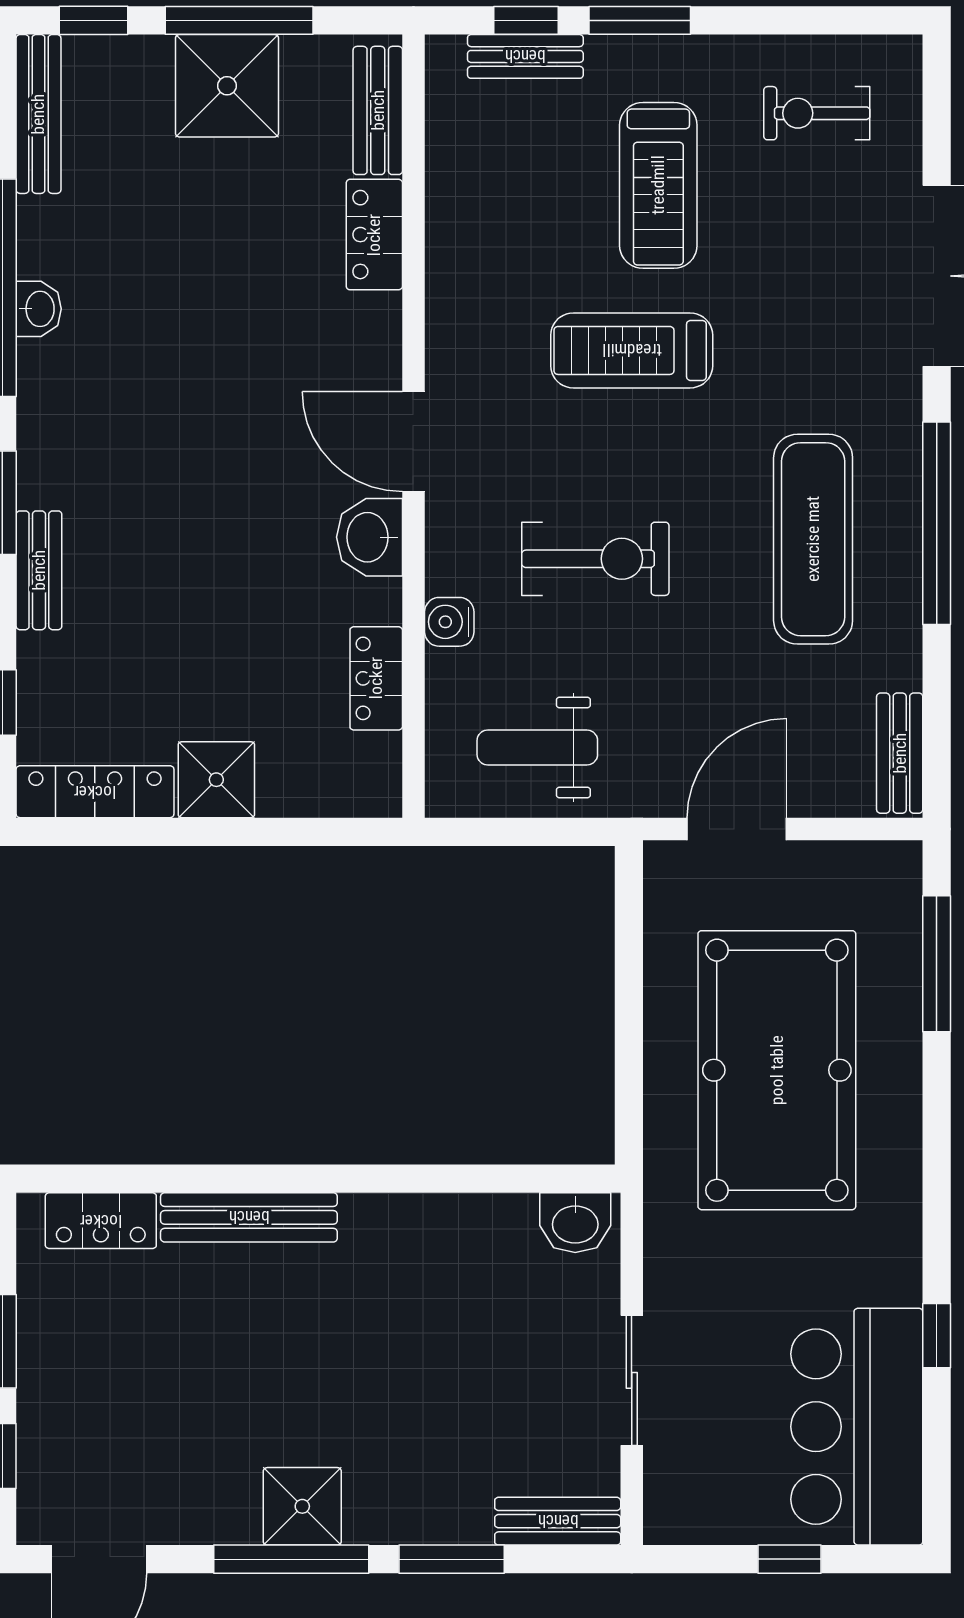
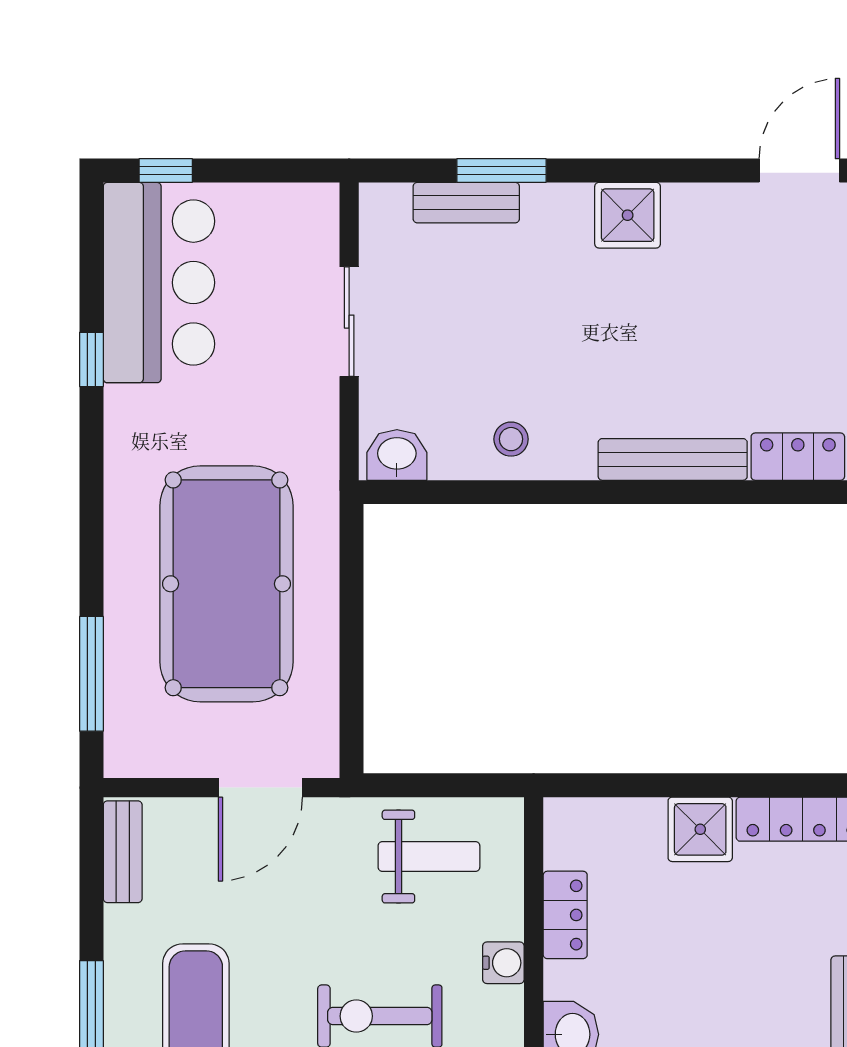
stool: (440, 1241) -> (511, 439), added
bench: (558, 1521) -> (466, 203), moved
window: (291, 1559) -> (637, 171), removed
window: (789, 1559) -> (166, 171), moved

